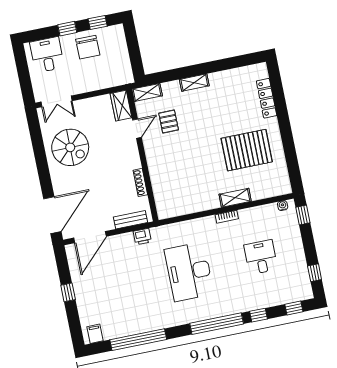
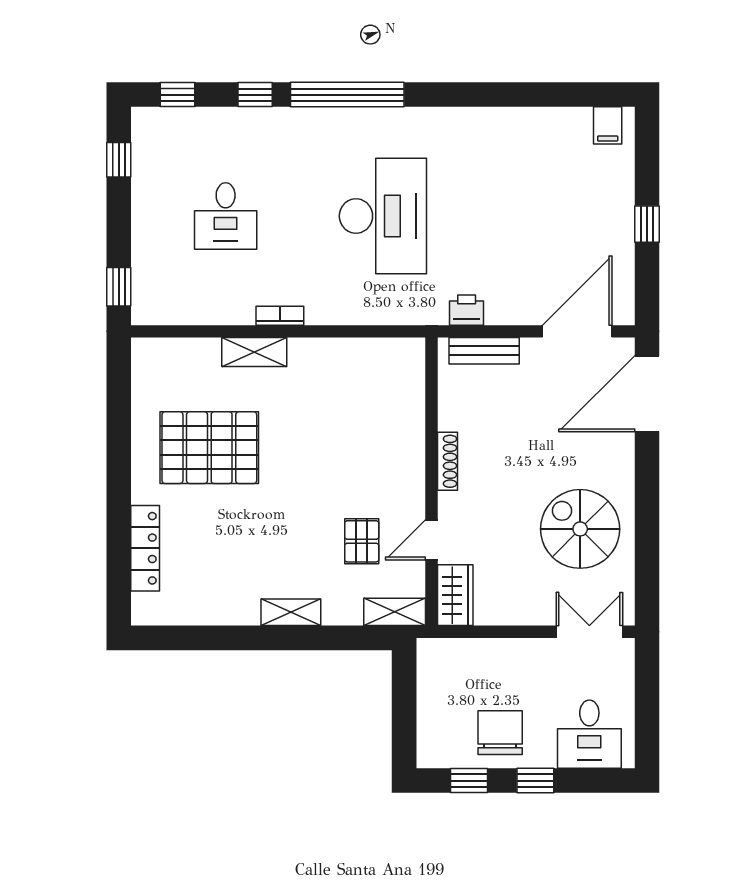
shoe rack: (140, 182) -> (447, 461), moved
water cooler: (283, 206) -> (157, 315), removed
window: (138, 340) -> (519, 95), removed

